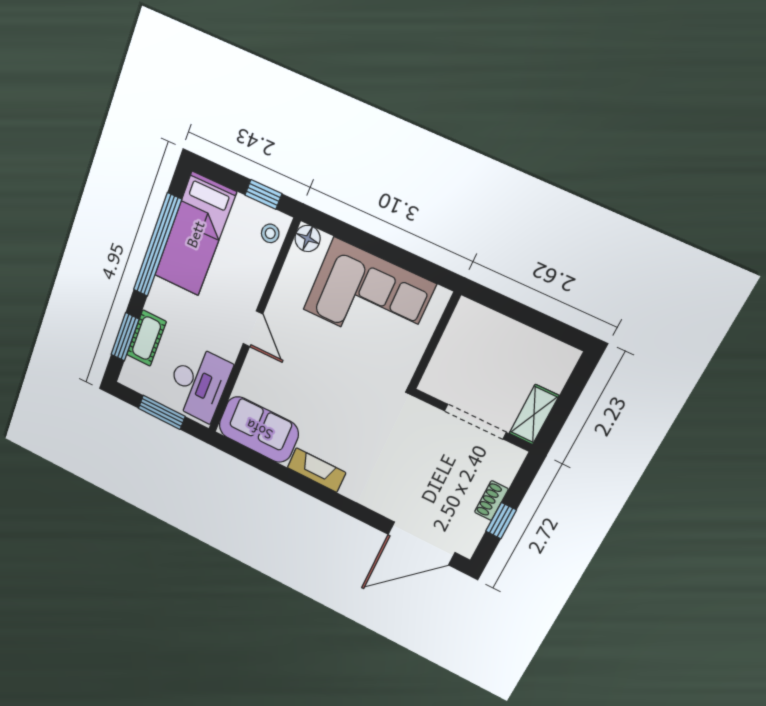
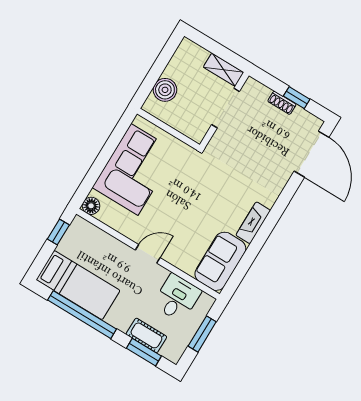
stool: (270, 233) -> (84, 231), removed
boiler: (494, 330) -> (165, 90), added
desk: (198, 383) -> (177, 298), width x0.73

